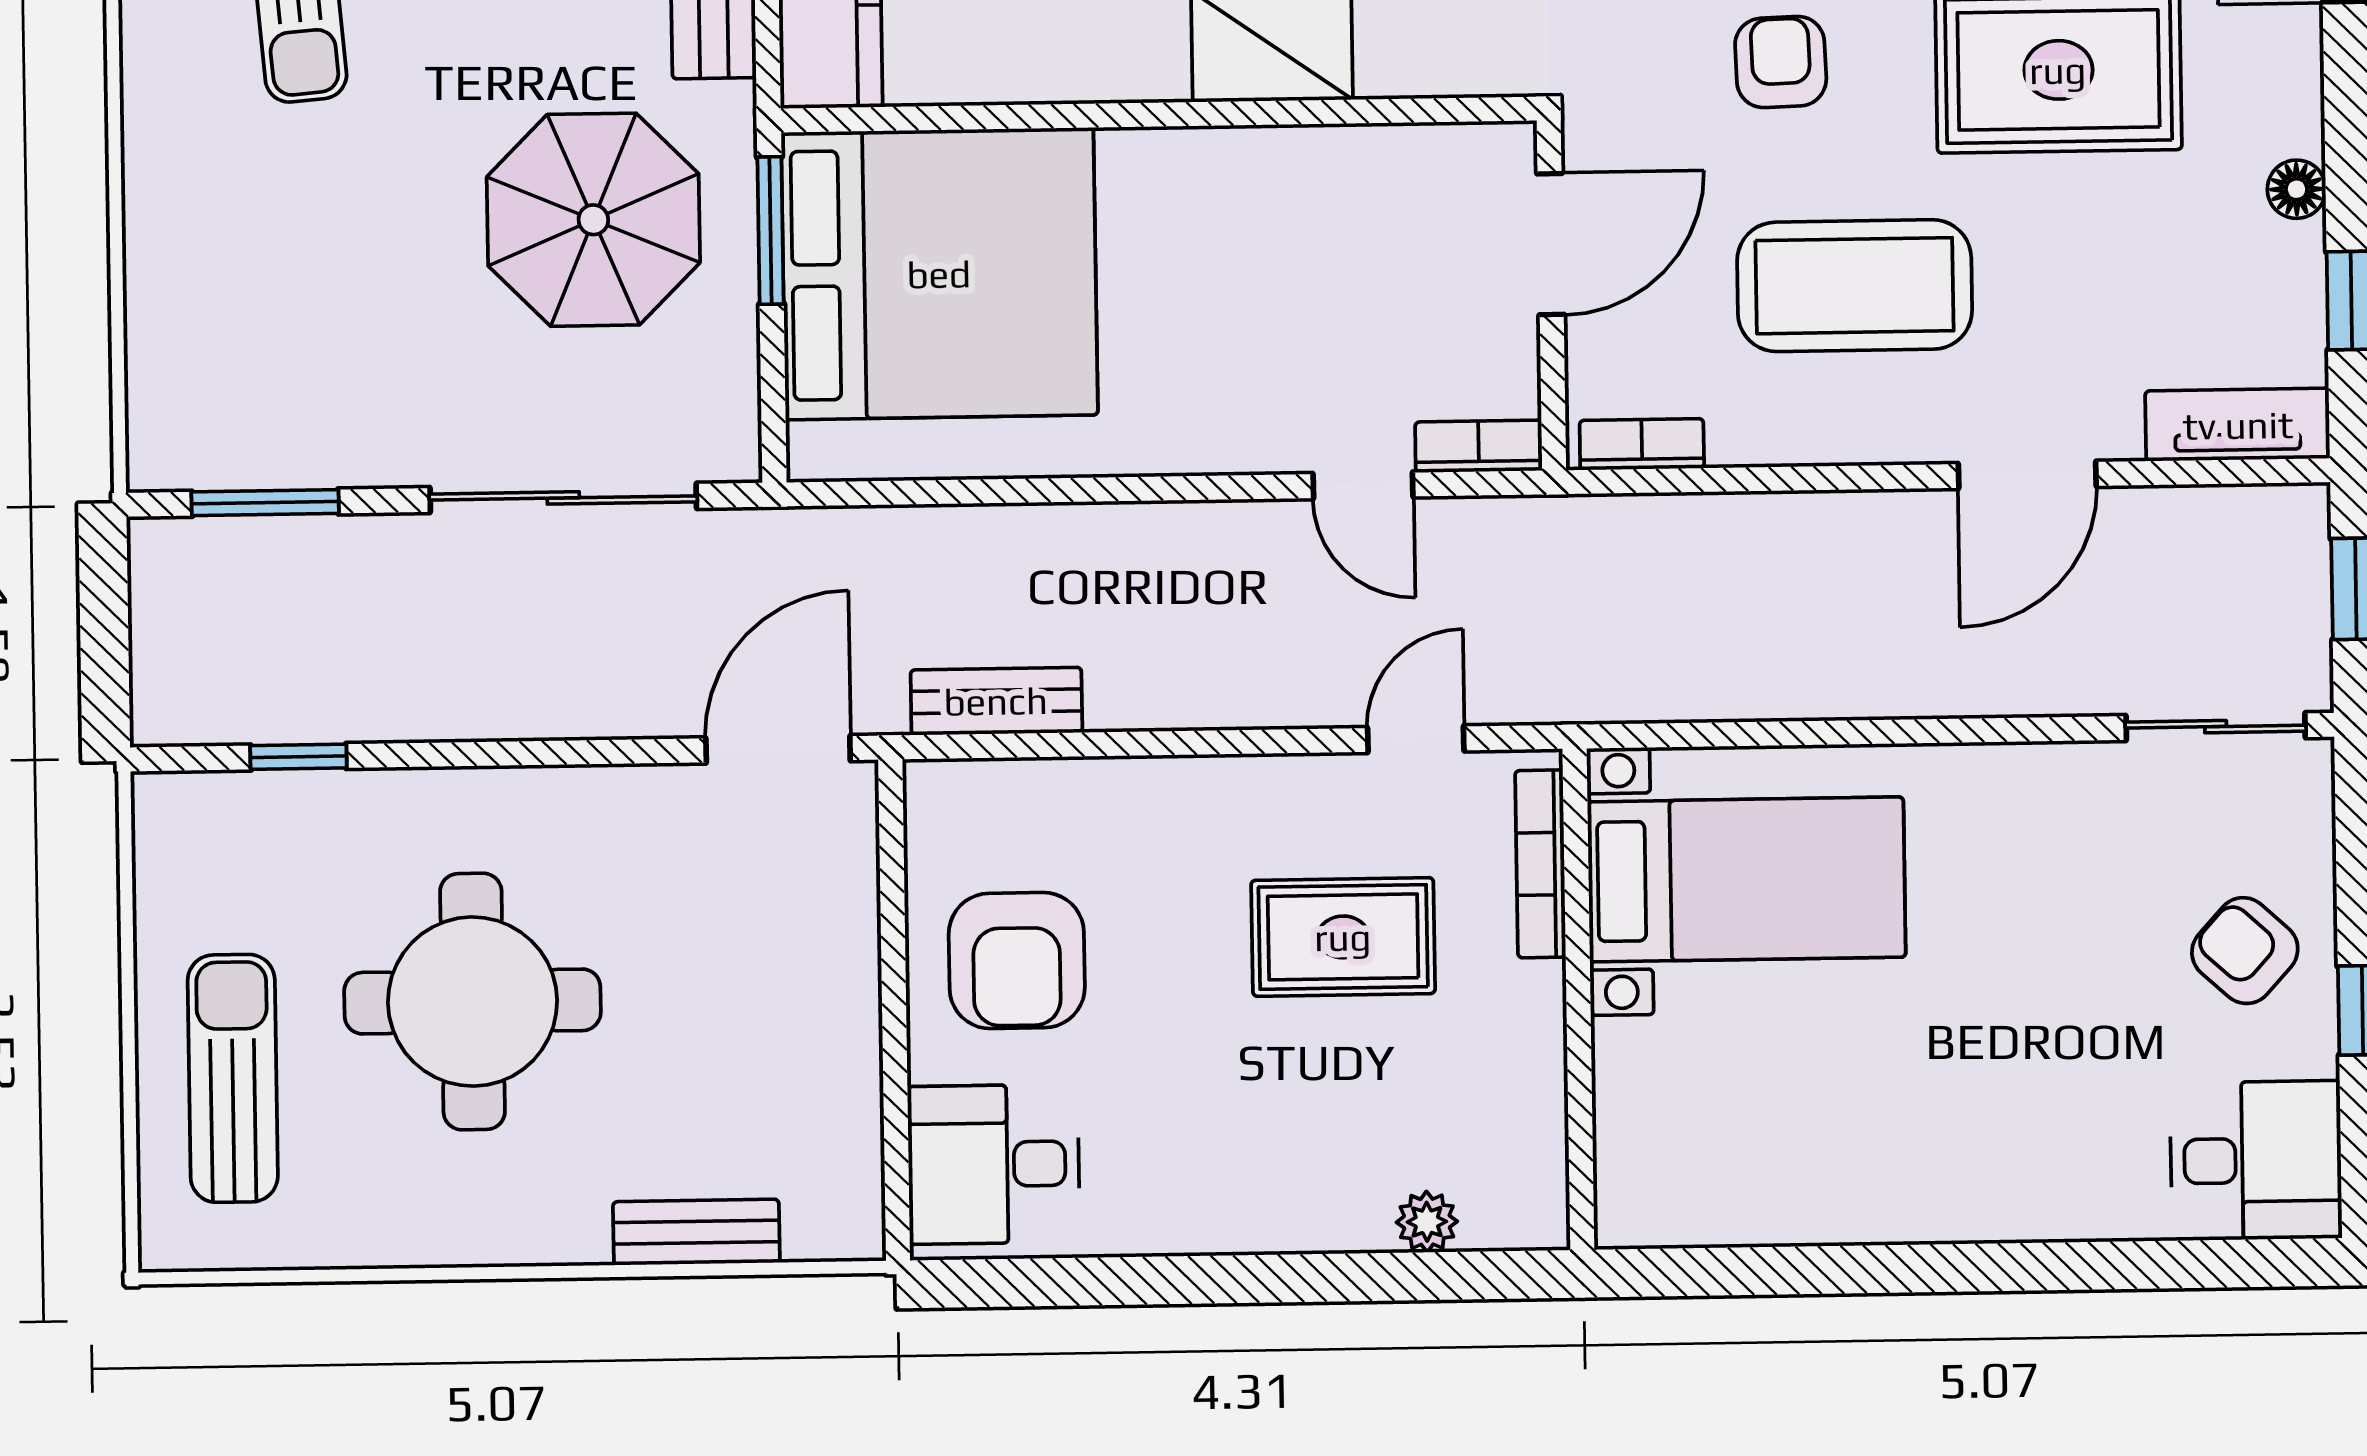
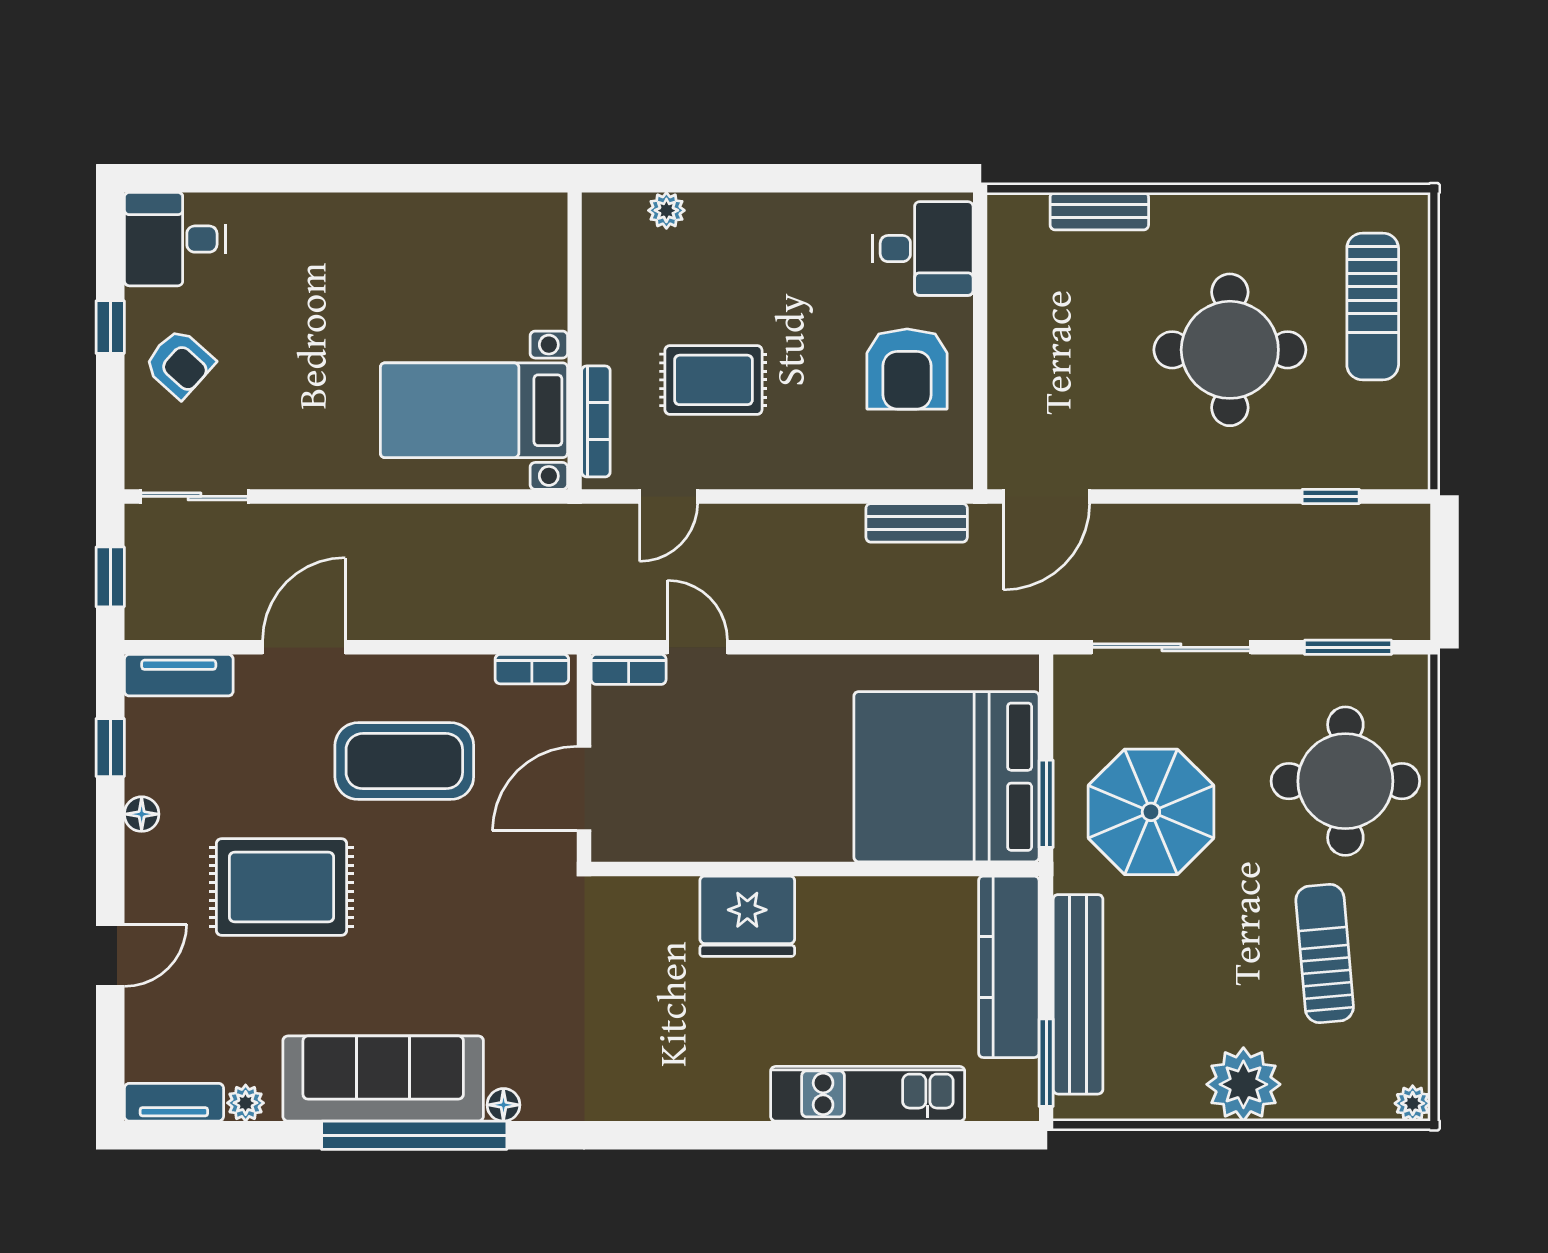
armchair: (1781, 62) -> (446, 894), removed
round table: (266, 277) -> (1345, 781), added
armchair: (1017, 961) -> (907, 369), turned 180

